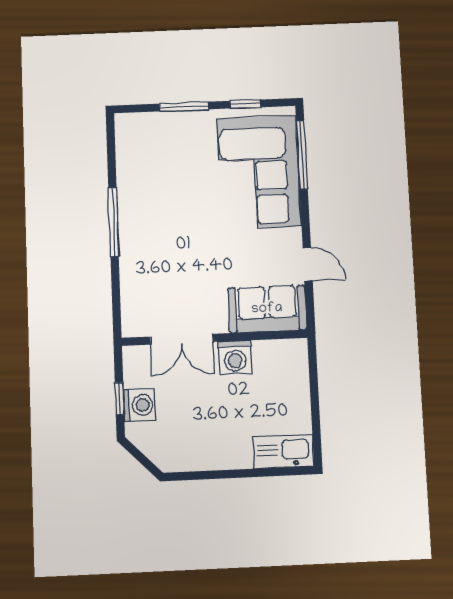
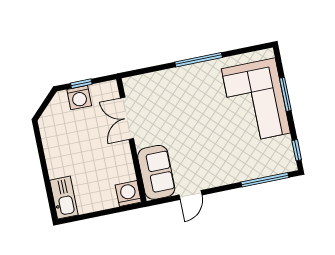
window: (245, 104) -> (297, 150), moved
corner sofa: (259, 172) -> (256, 101), moved, turned -90
washing machine: (235, 357) -> (128, 194), moved, turned 90

